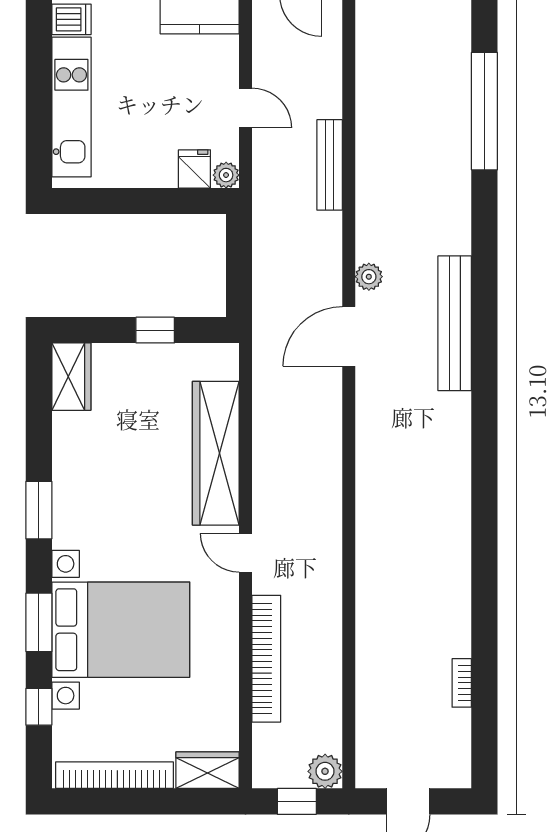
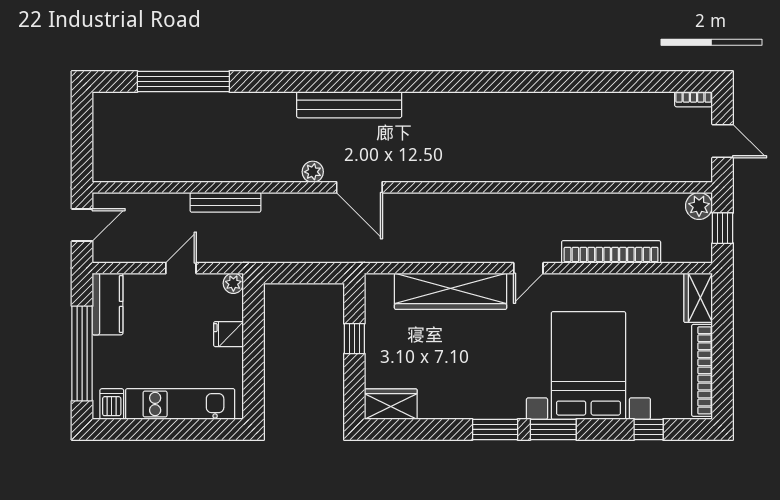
fridge: (194, 169) -> (229, 334), moved
window: (39, 622) -> (553, 429), moved
bookcase: (462, 683) -> (694, 99), moved

